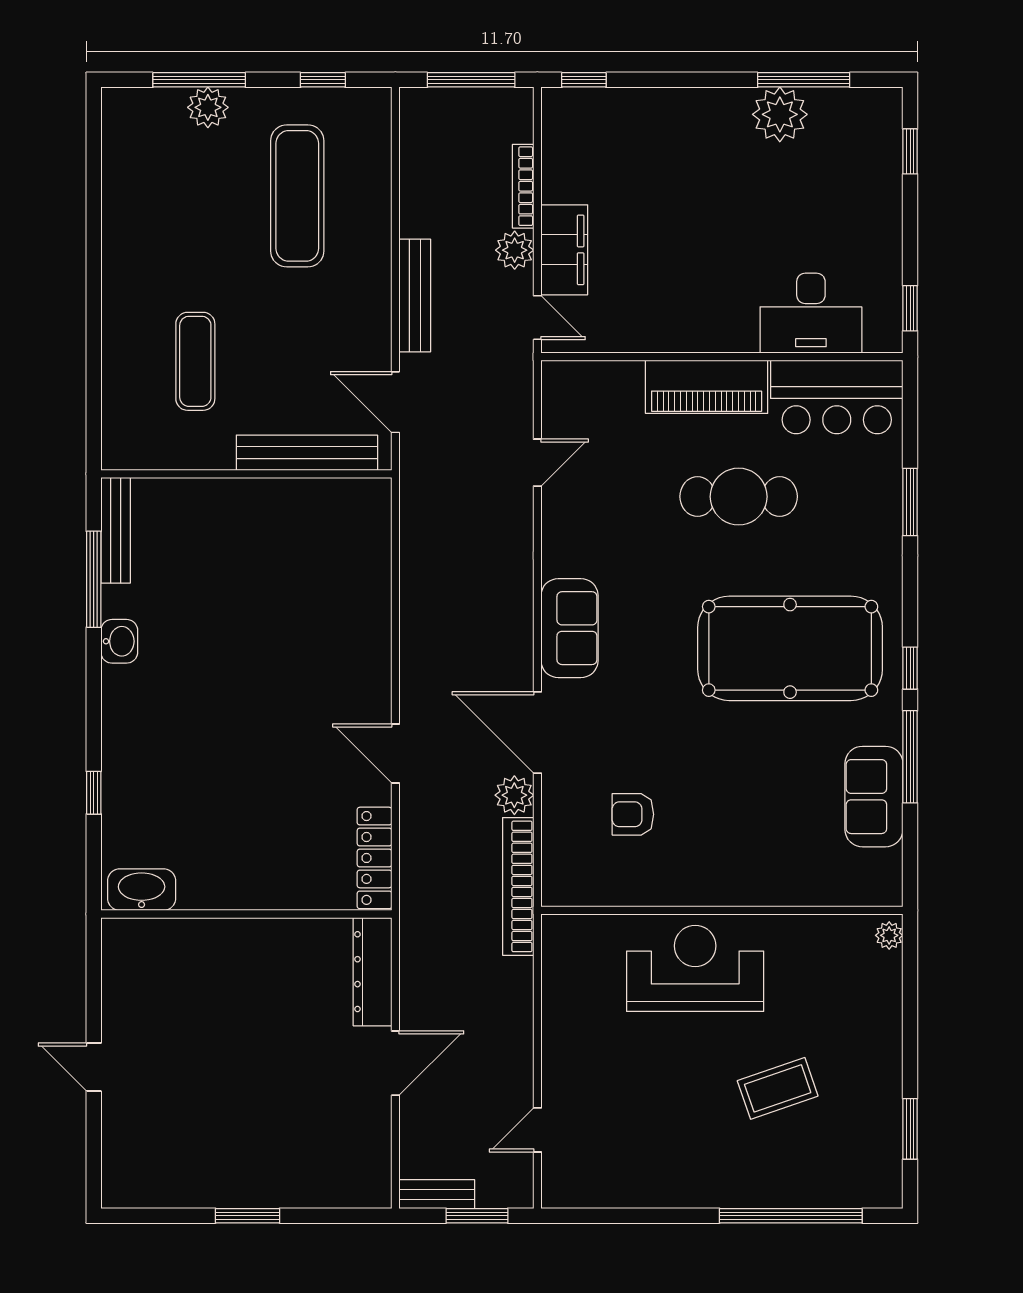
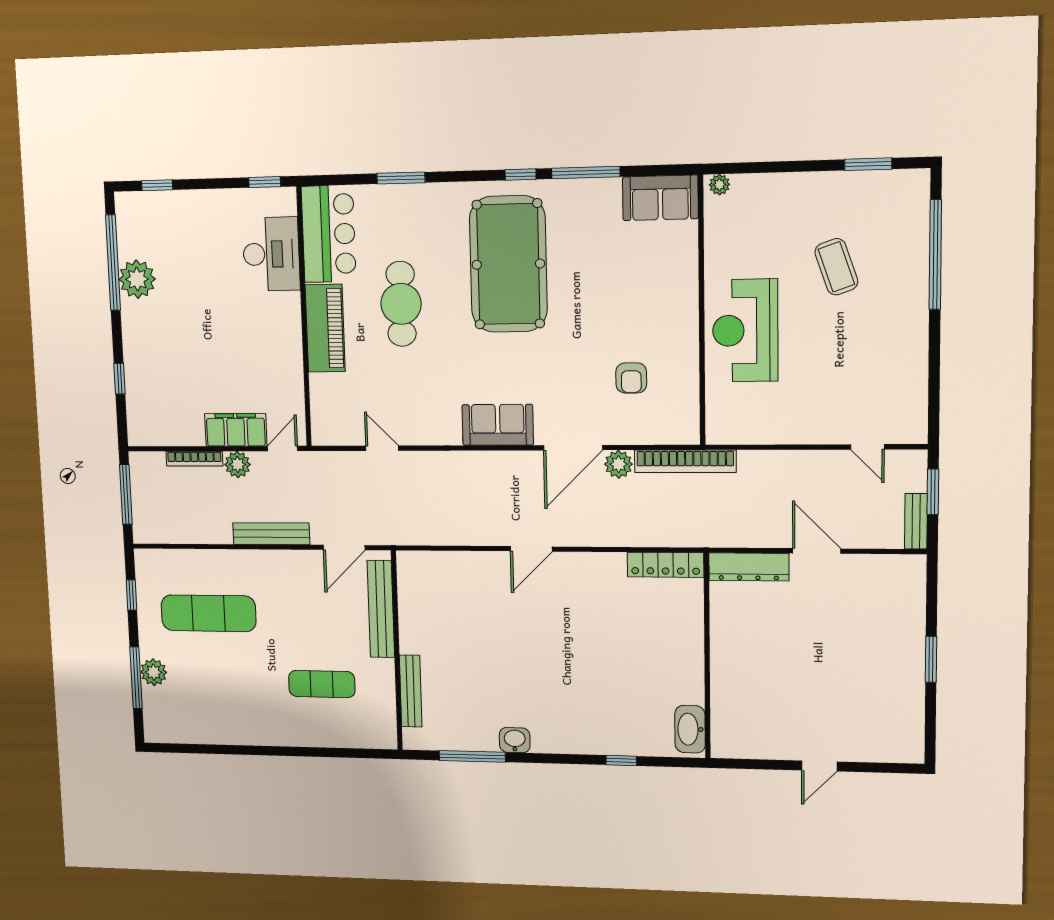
window: (584, 80) -> (119, 379), moved
window: (804, 80) -> (113, 263), width x1.46
bench: (116, 530) -> (411, 691), moved, turned 90
door: (395, 754) -> (531, 549), moved
sofa: (874, 797) -> (660, 198), moved

